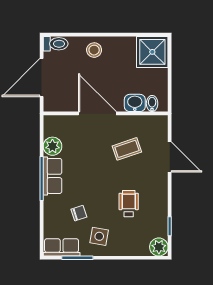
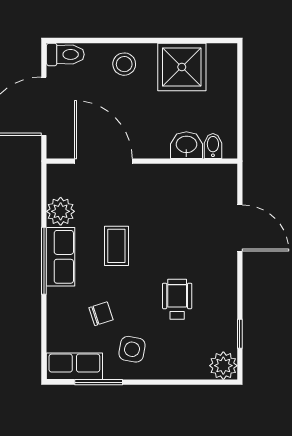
shower: (152, 52) -> (182, 67), moved
door: (97, 113) -> (103, 161), moved
coffee table: (127, 149) -> (116, 246), moved, turned -71

